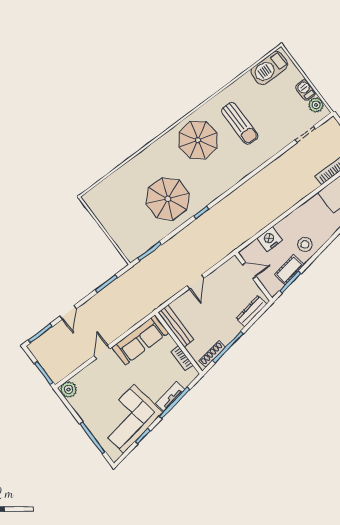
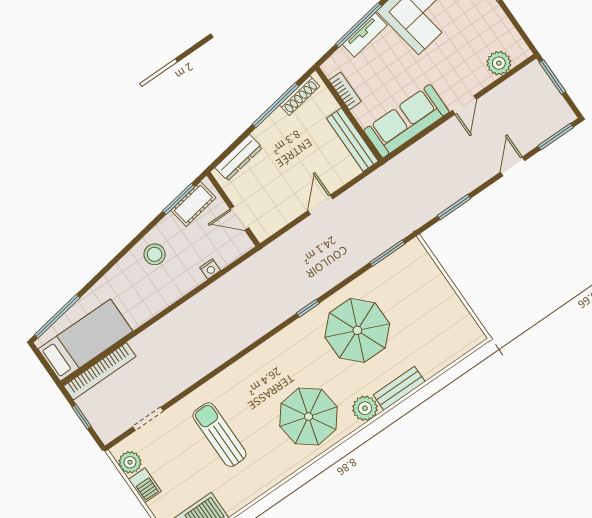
sun lounger: (240, 123) -> (219, 435), moved
plant: (161, 147) -> (365, 408), added
bench: (138, 161) -> (399, 388), added
nightstand: (270, 239) -> (210, 269), width x0.53, depth x0.56
cot: (289, 270) -> (193, 204), moved
plant: (68, 390) -> (499, 63), moved

